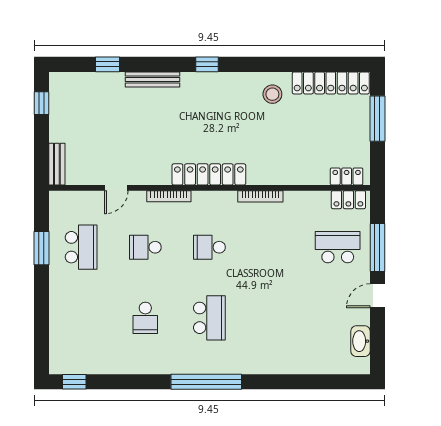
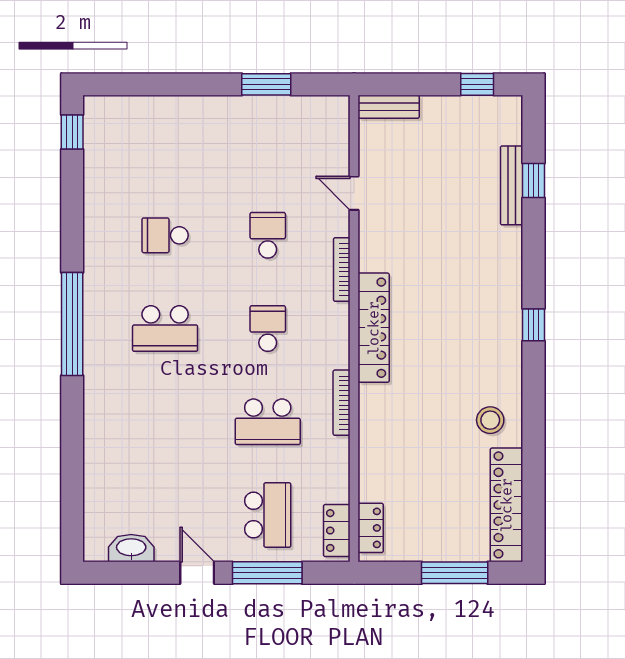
bench: (152, 79) -> (512, 185), moved
school desk: (81, 247) -> (268, 422), moved

